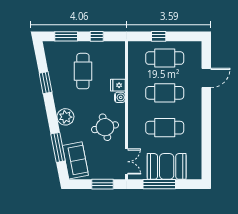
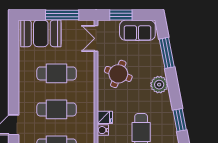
water cooler: (120, 97) -> (103, 130), moved
round table: (105, 127) -> (118, 74), turned 34
sofa: (75, 160) -> (137, 30), moved, turned -79
booth: (167, 166) -> (41, 33), moved

